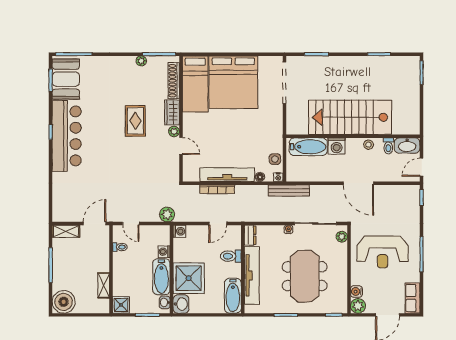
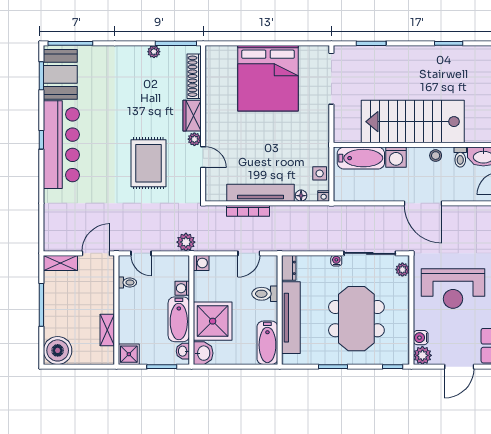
bed: (195, 84) -> (221, 80), removed
rug: (135, 121) -> (149, 163), moved, width x1.36, depth x1.43
bench: (289, 190) -> (337, 212), removed

